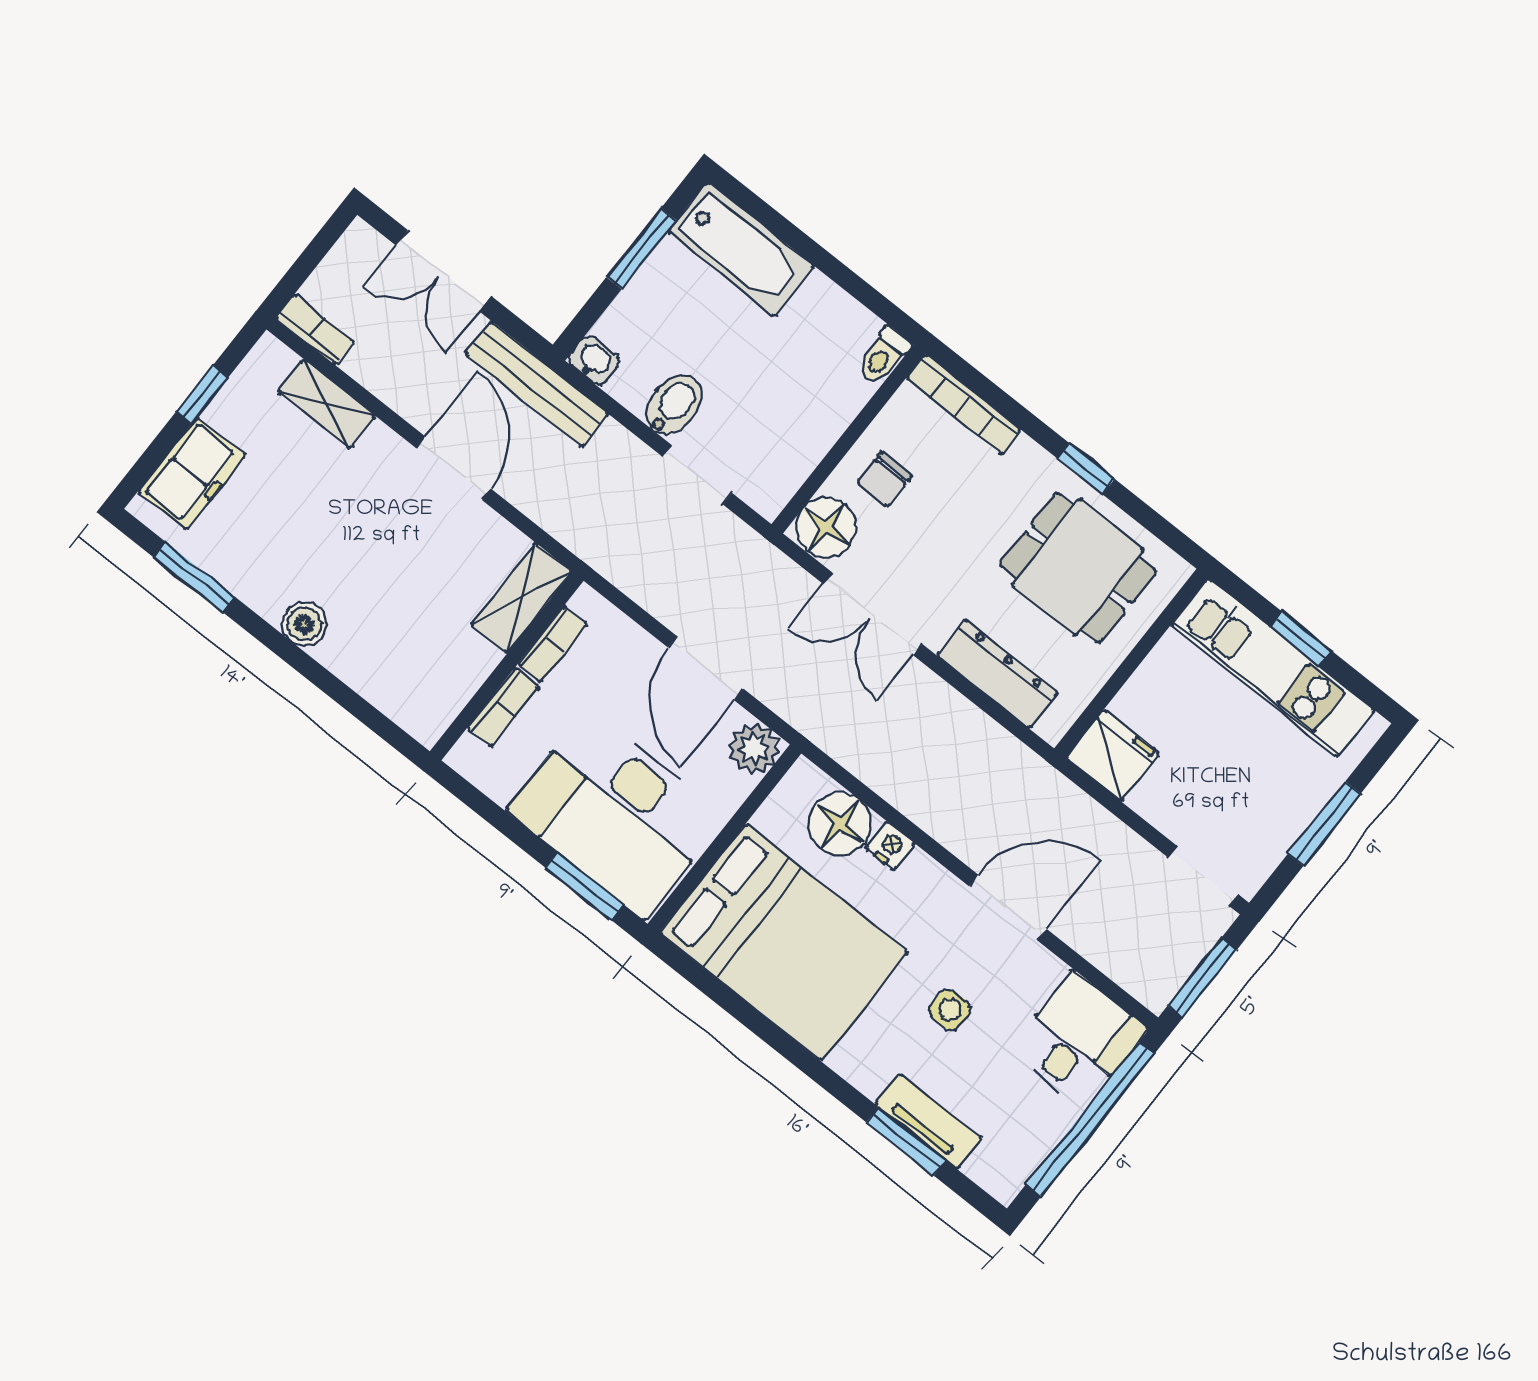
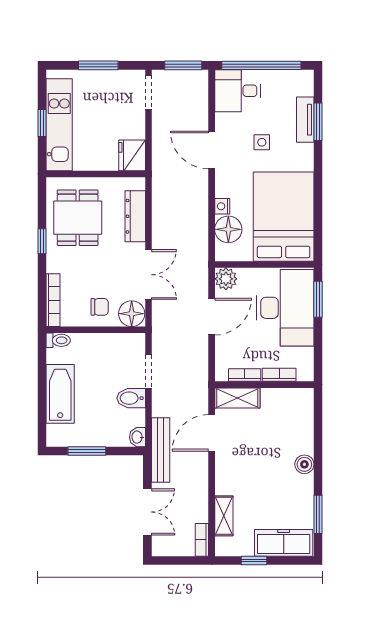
bathtub: (741, 249) -> (60, 394), moved
door: (454, 468) -> (212, 433), moved
freezer: (192, 474) -> (284, 543), width x1.40

